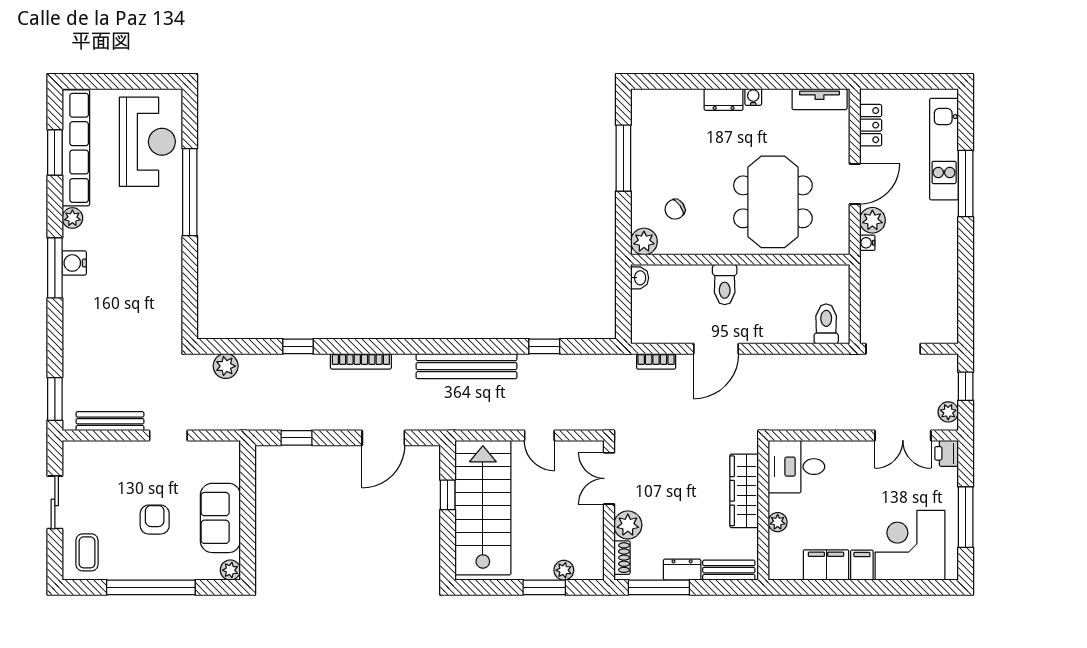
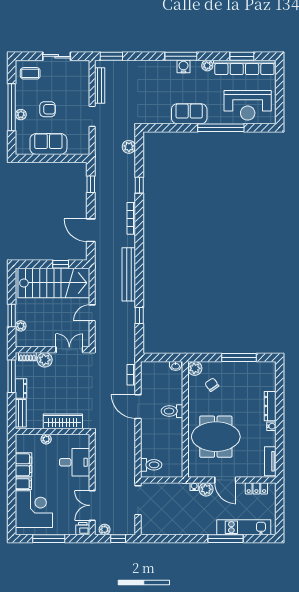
dresser: (724, 99) -> (270, 406), width x1.44
sofa: (163, 252) -> (189, 114), added
desk: (796, 467) -> (75, 462), moved, turned 90
plant: (230, 570) -> (21, 115), moved

